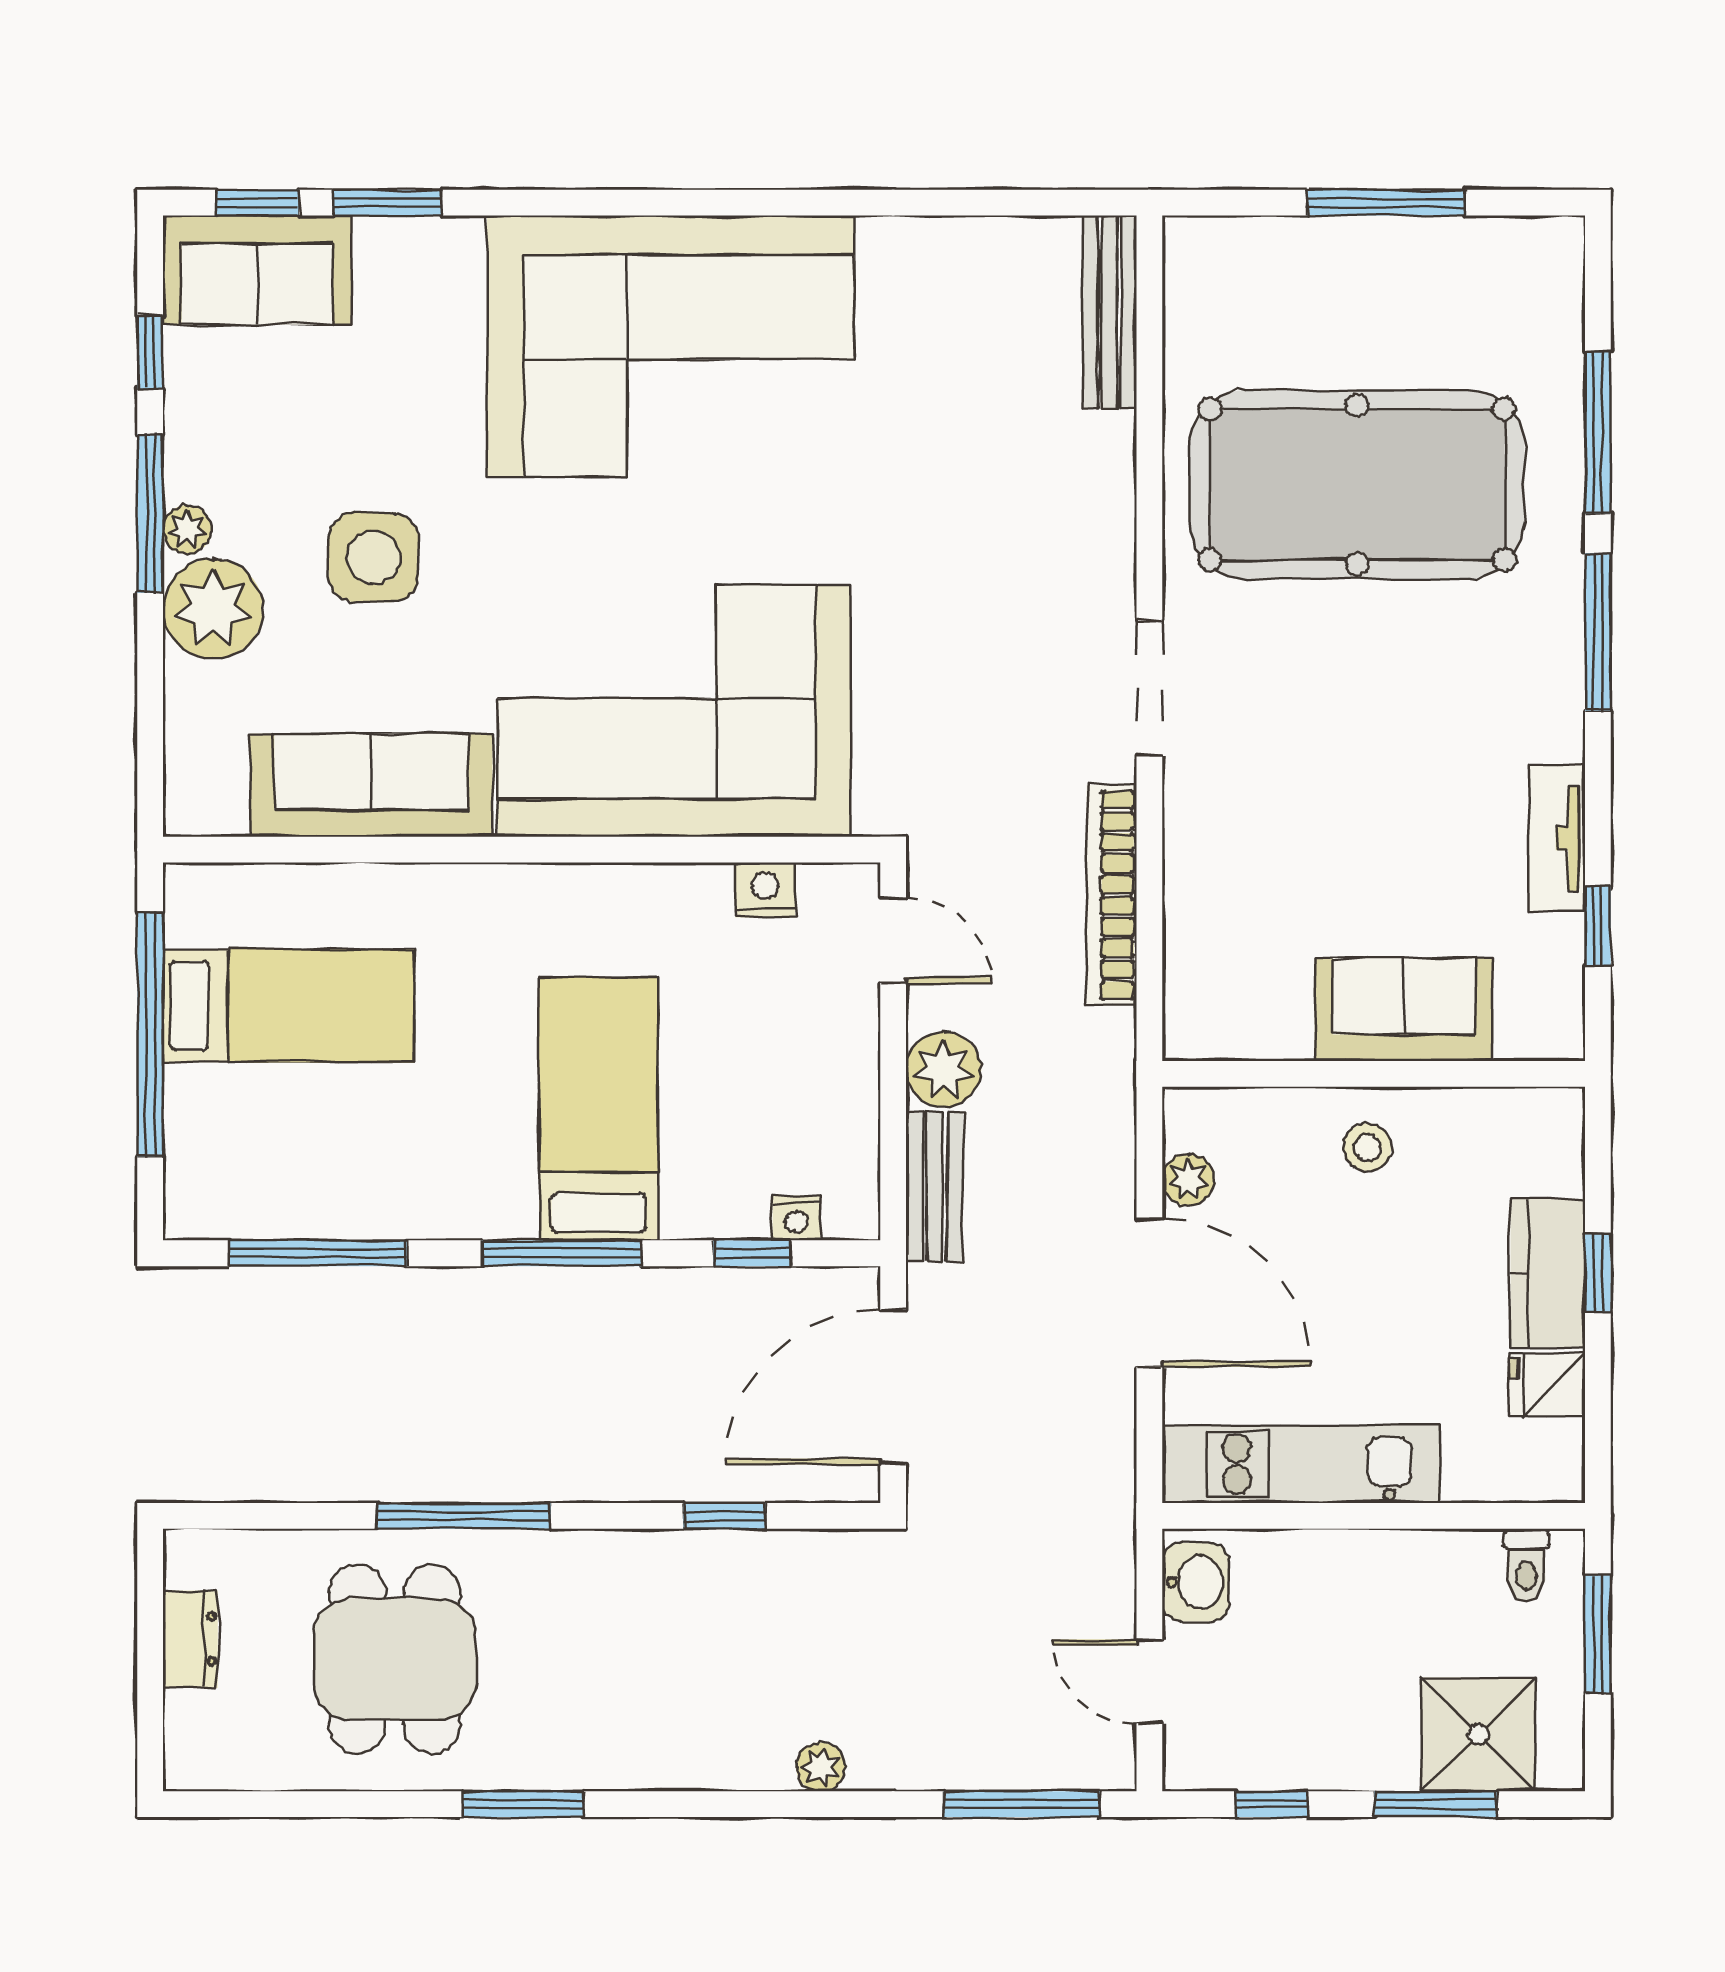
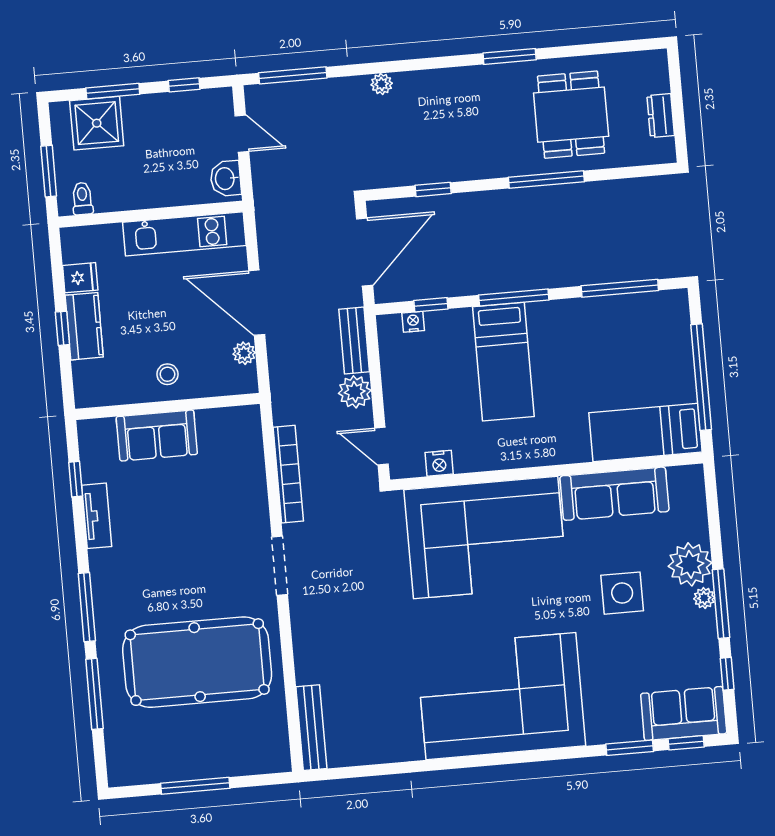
bed: (288, 1006) -> (645, 432), moved

